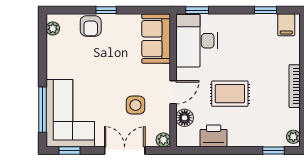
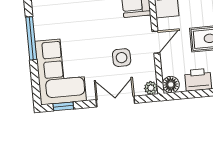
window: (43, 110) -> (31, 38), moved
floor lamp: (185, 118) -> (171, 85), moved

